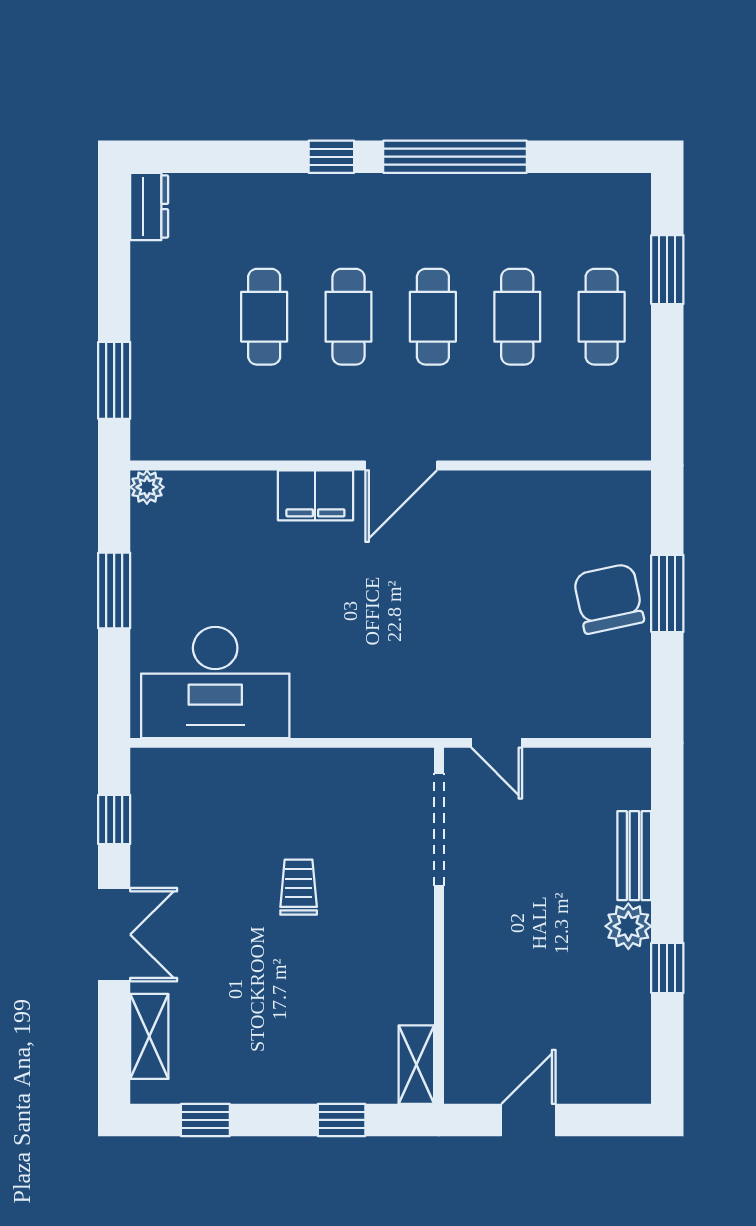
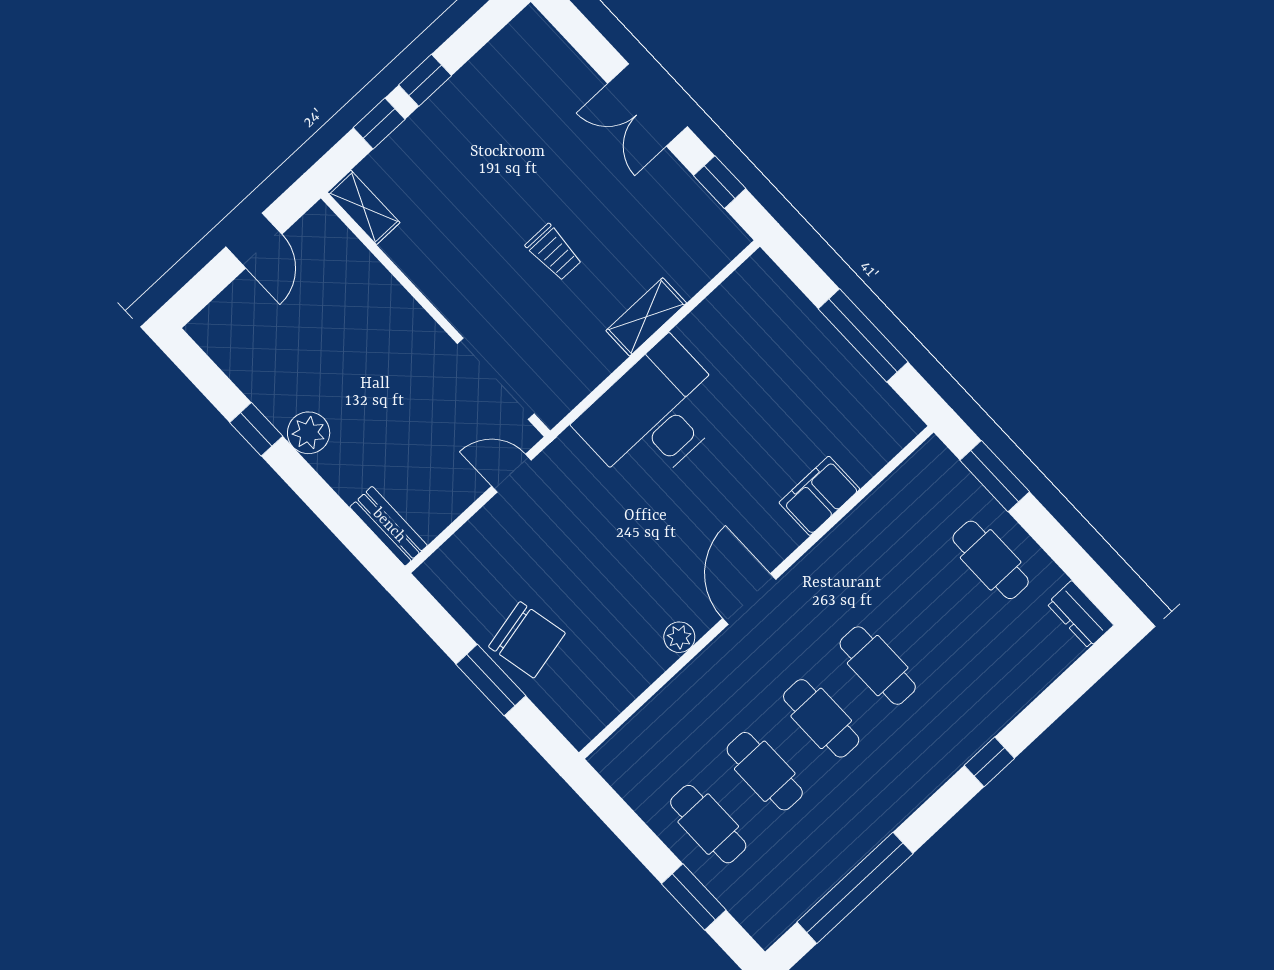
window: (455, 157) -> (855, 888), moved
cafe table: (264, 317) -> (991, 560), moved
plant: (147, 487) -> (679, 637), moved
filing cabinet: (315, 495) -> (819, 496), moved
window: (114, 590) -> (863, 335), width x1.44
desk: (215, 682) -> (654, 415), moved
bench: (634, 856) -> (389, 526), moved
shelving: (149, 1036) -> (646, 317), moved, turned 90
window: (205, 1120) -> (425, 80), moved

